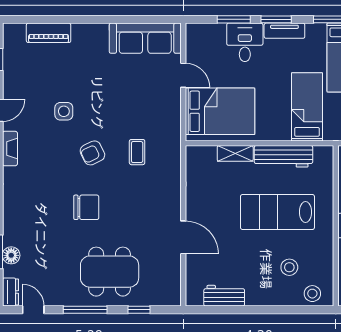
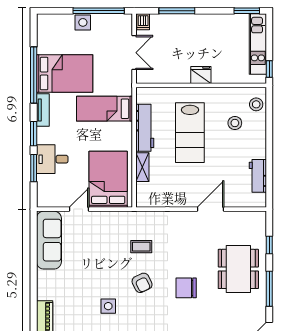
tv unit: (284, 31) -> (43, 110), moved
chair: (86, 207) -> (186, 288), turned -90

